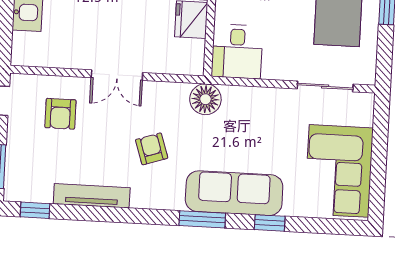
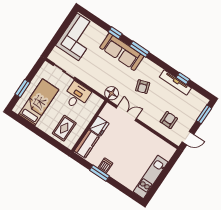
desk: (237, 51) -> (77, 96), moved
double door: (117, 75) -> (126, 113), moved
window: (35, 210) -> (183, 78), moved

